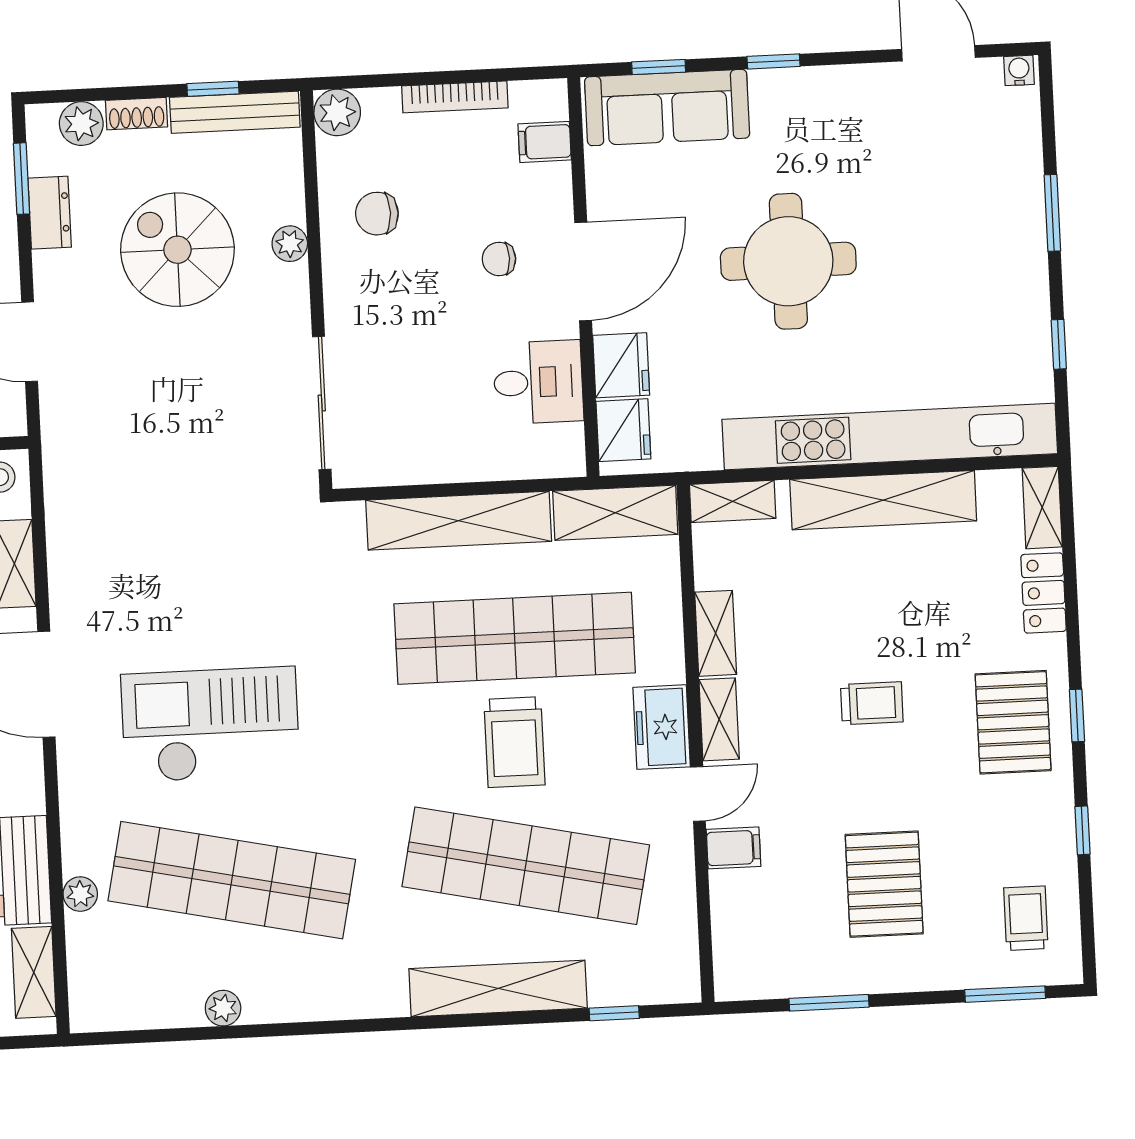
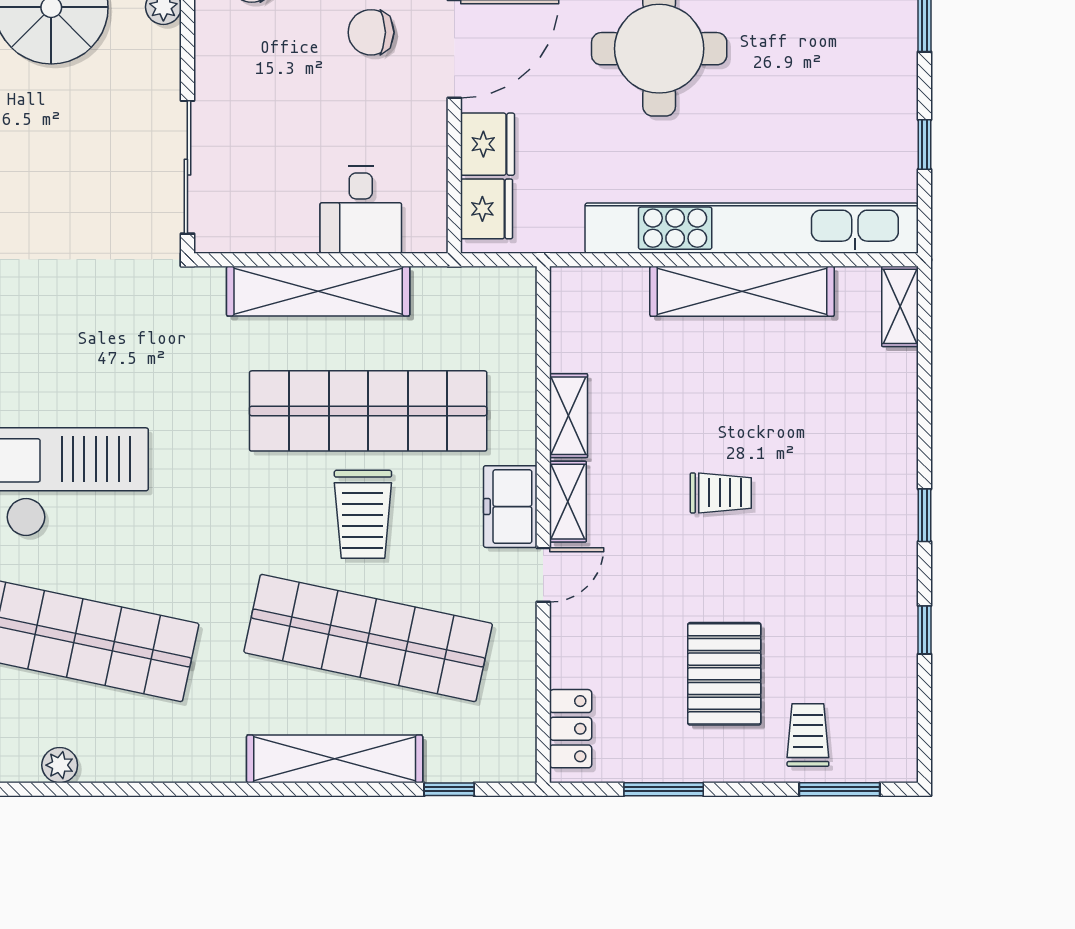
chair: (499, 259) -> (371, 32), width x1.37, depth x1.37
desk: (538, 382) -> (361, 210), moved, turned 90
shelving: (733, 501) -> (592, 285), removed
shelving: (615, 513) -> (475, 291), removed
locker: (1044, 593) -> (571, 729), moved, turned 180
pallet: (1013, 722) -> (861, 519), removed
filing cabinet: (733, 848) -> (576, 630), removed
trolley: (1026, 918) -> (808, 735), moved

